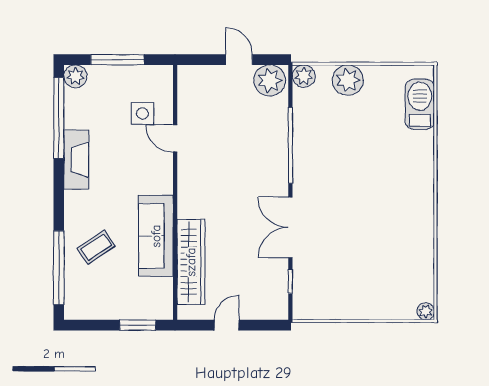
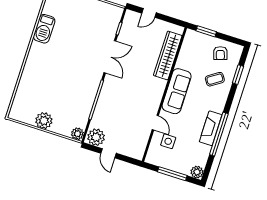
plant: (348, 80) -> (44, 121), moved
barbecue: (420, 104) -> (44, 29), moved
window: (59, 118) -> (219, 134), moved
sofa: (156, 236) -> (177, 91), moved
window: (59, 268) -> (238, 75), width x0.47
armchair: (101, 295) -> (220, 53), added
door: (227, 325) -> (149, 13), moved

